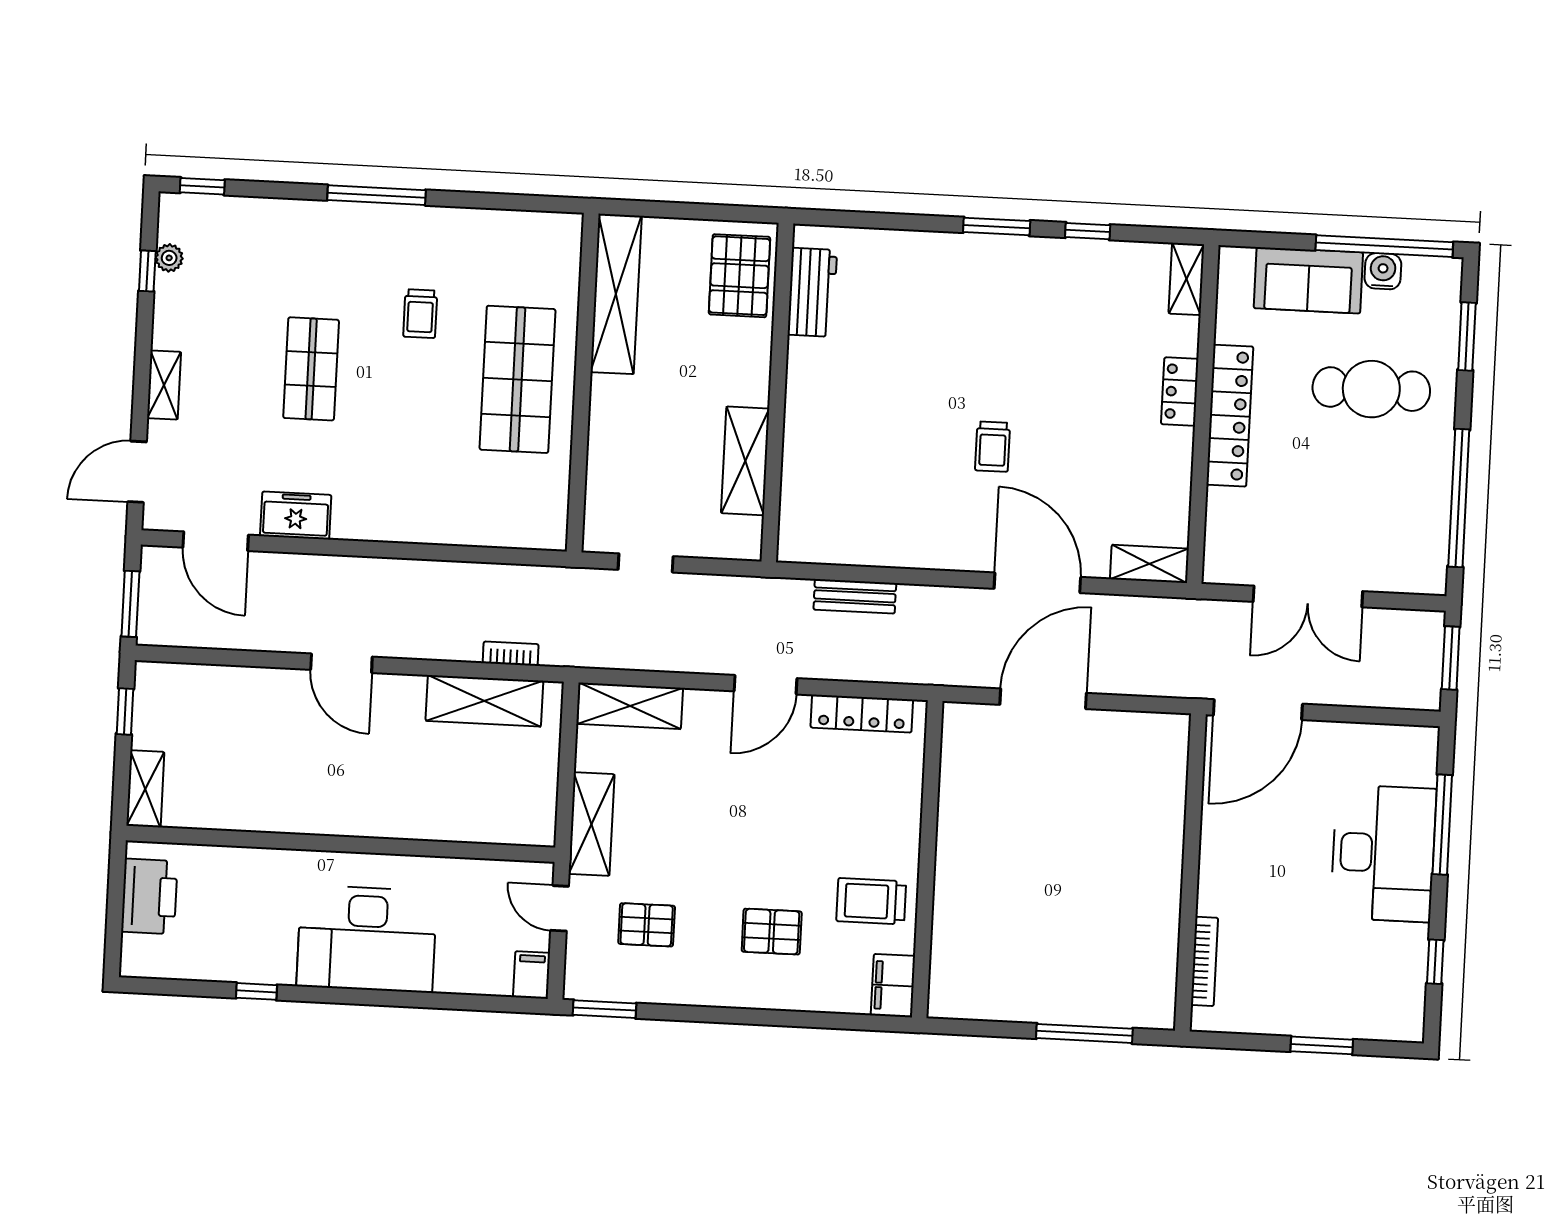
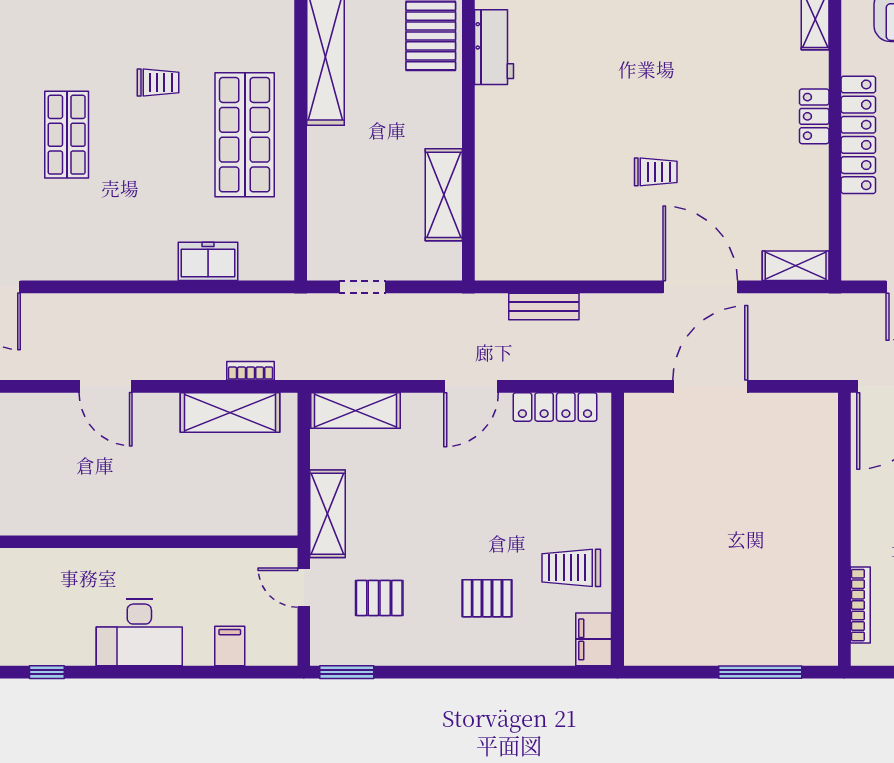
trolley: (420, 314) -> (158, 83), turned -90
trolley: (993, 447) -> (656, 172), turned -90
freezer: (296, 516) -> (208, 261), moved
desk: (367, 939) -> (139, 632), width x0.73, depth x0.77
filing cabinet: (532, 975) -> (230, 646), moved

